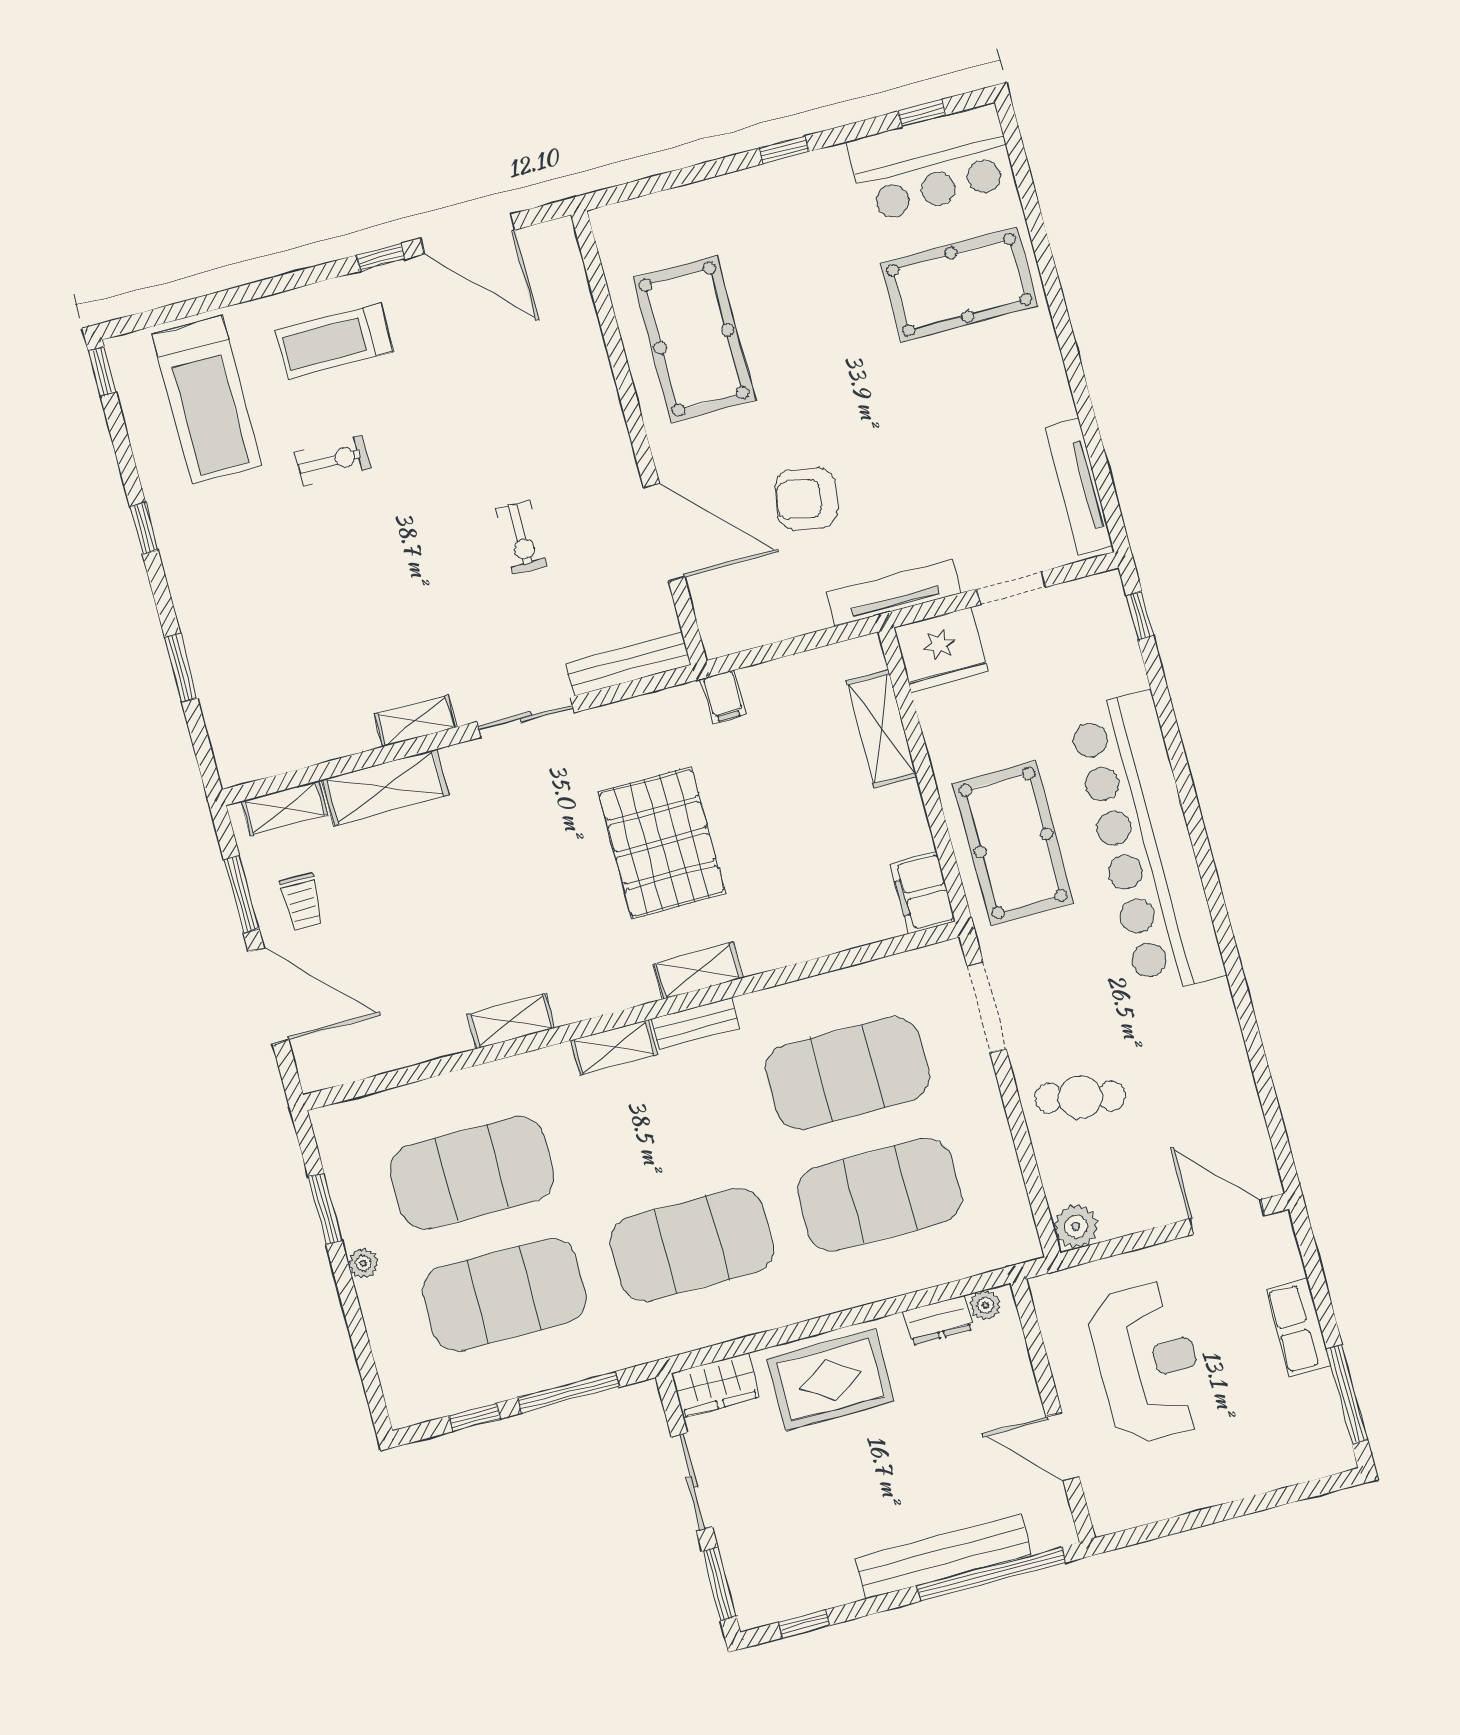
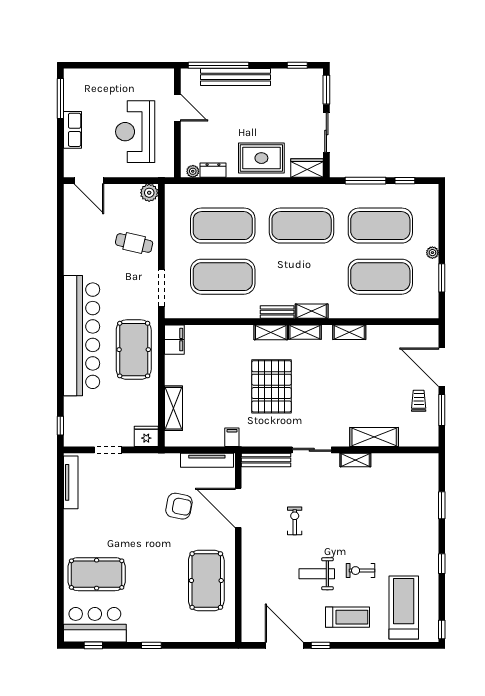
weight bench: (435, 425) -> (317, 574), added
tv unit: (893, 593) -> (207, 460), moved
fridge: (941, 650) -> (146, 436), width x0.73, depth x0.75
shelving: (285, 808) -> (305, 332), moved

